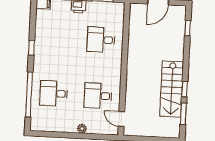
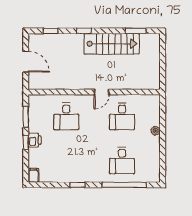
window: (185, 89) -> (84, 31), moved
door: (121, 119) -> (102, 92), moved

